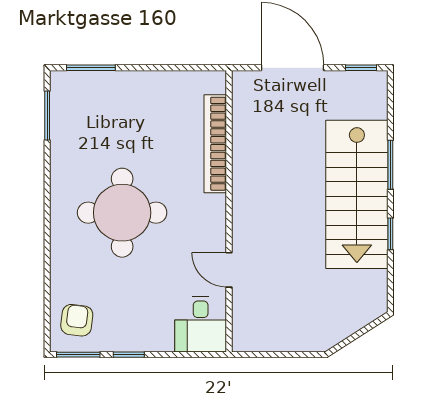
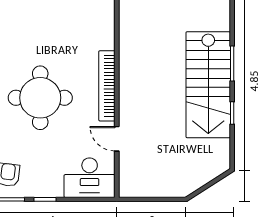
bookcase: (215, 144) -> (107, 86), moved
desk: (201, 324) -> (90, 178), width x1.37

